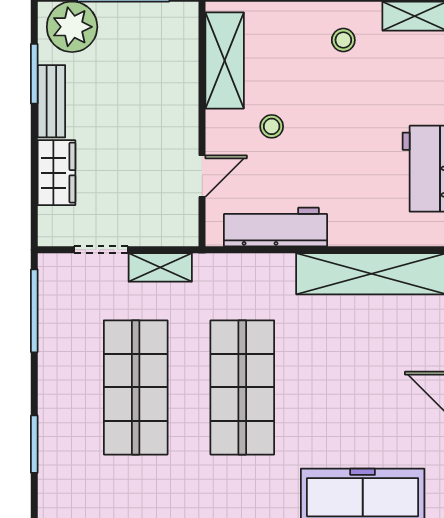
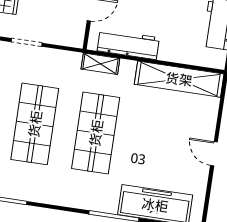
shelving: (160, 267) -> (100, 64), moved

